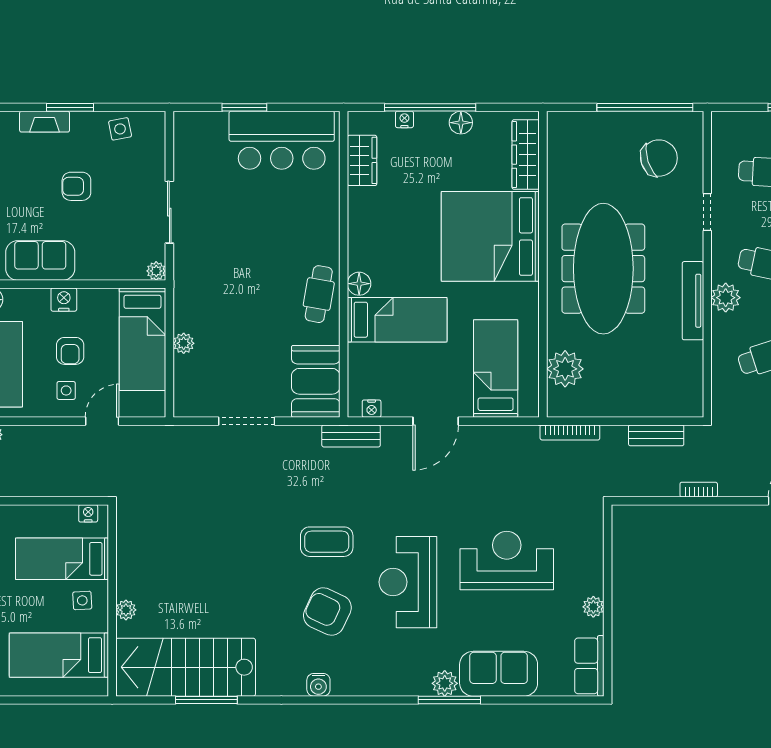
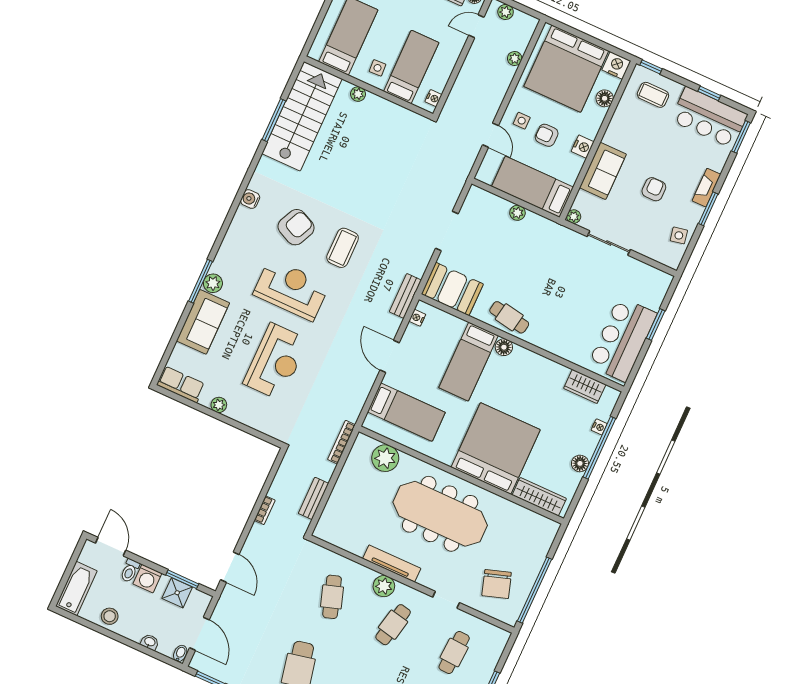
sofa: (40, 260) -> (603, 171), moved

